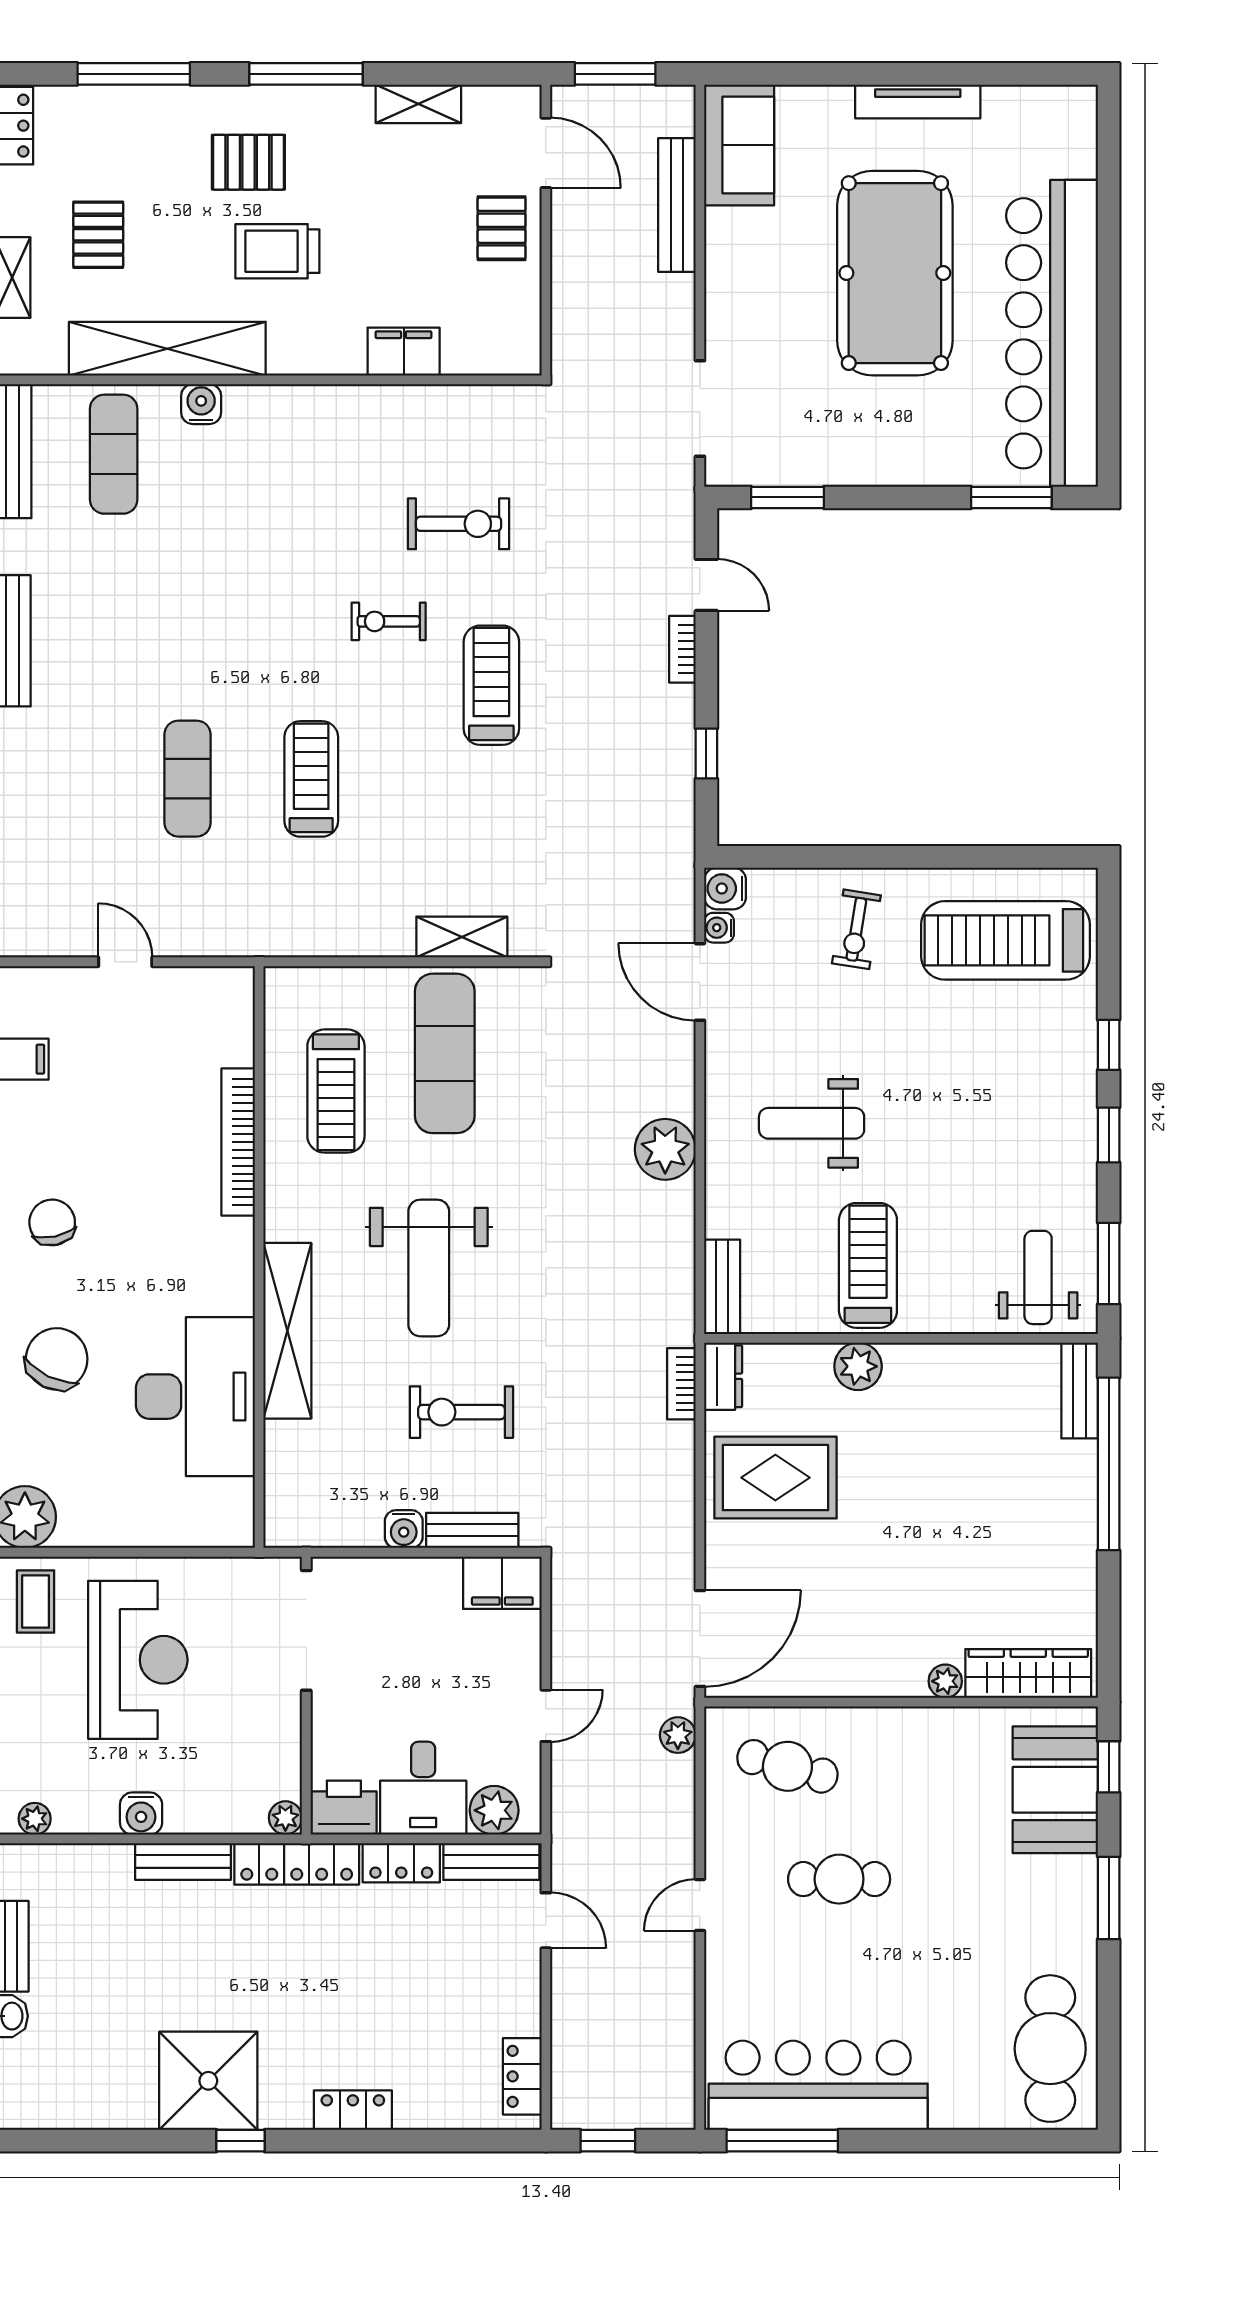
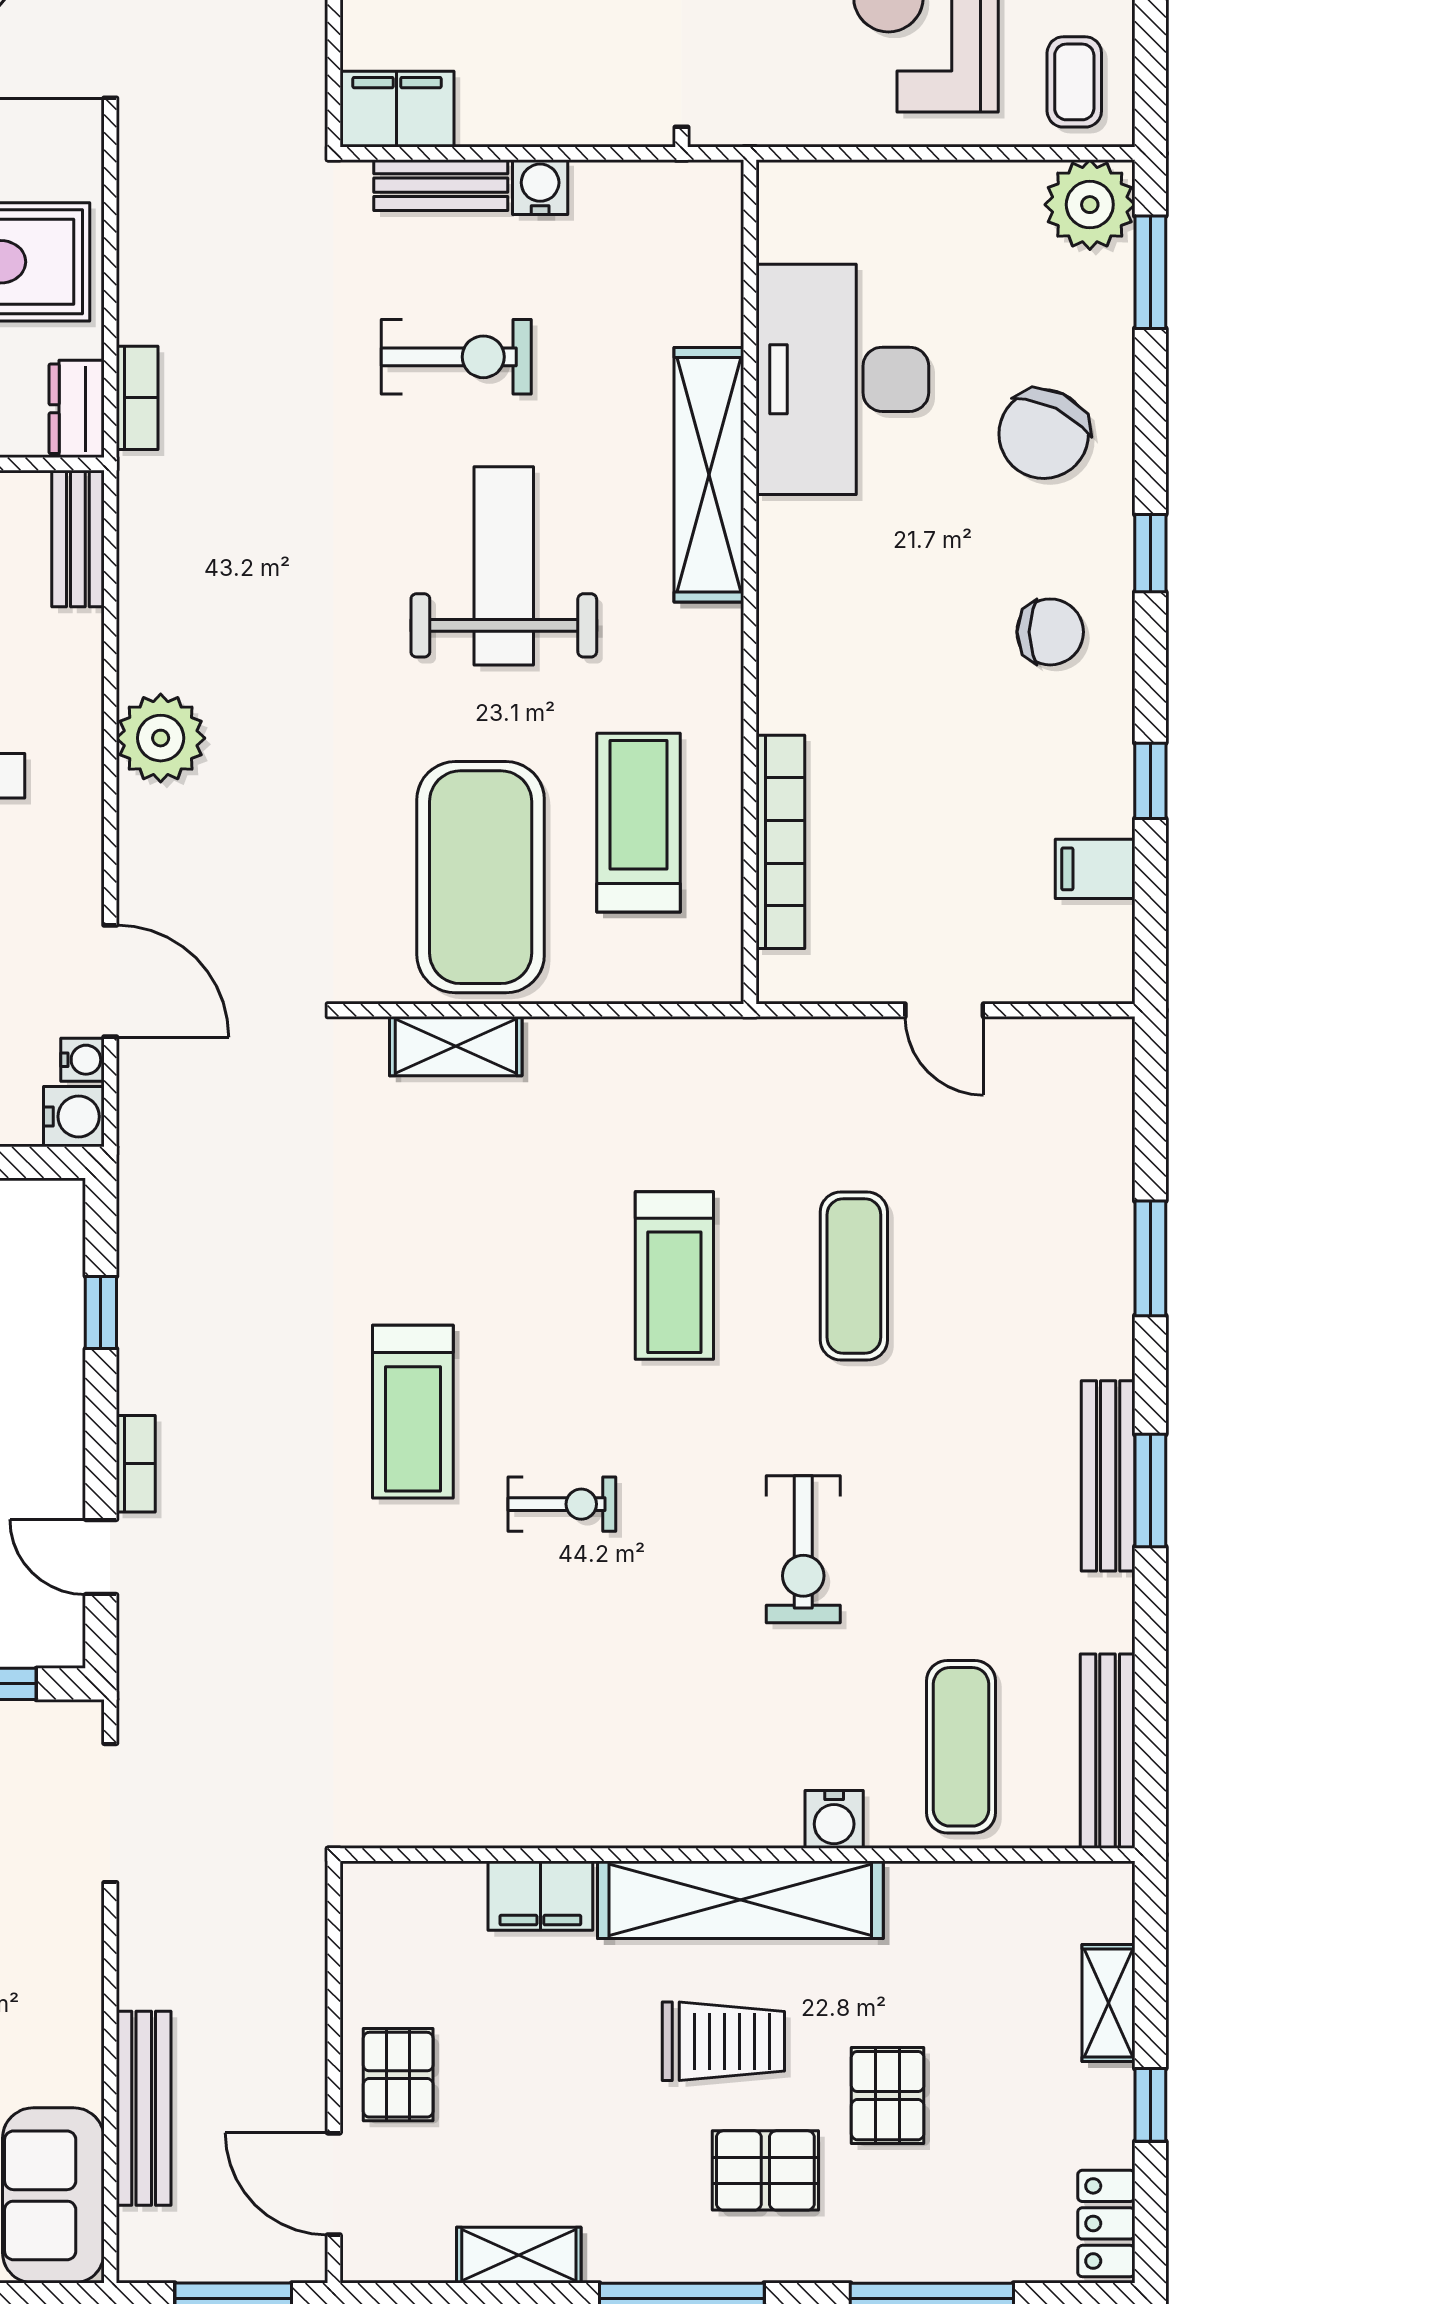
pallet: (98, 235) -> (888, 2096), moved
shelving: (167, 349) -> (740, 1900), moved
exercise bike: (459, 524) -> (803, 1549), moved, turned -90
exercise mat: (445, 1053) -> (481, 877), width x1.47
bookcase: (238, 1142) -> (780, 842), moved
chair: (52, 1222) -> (1050, 632), turned -78

